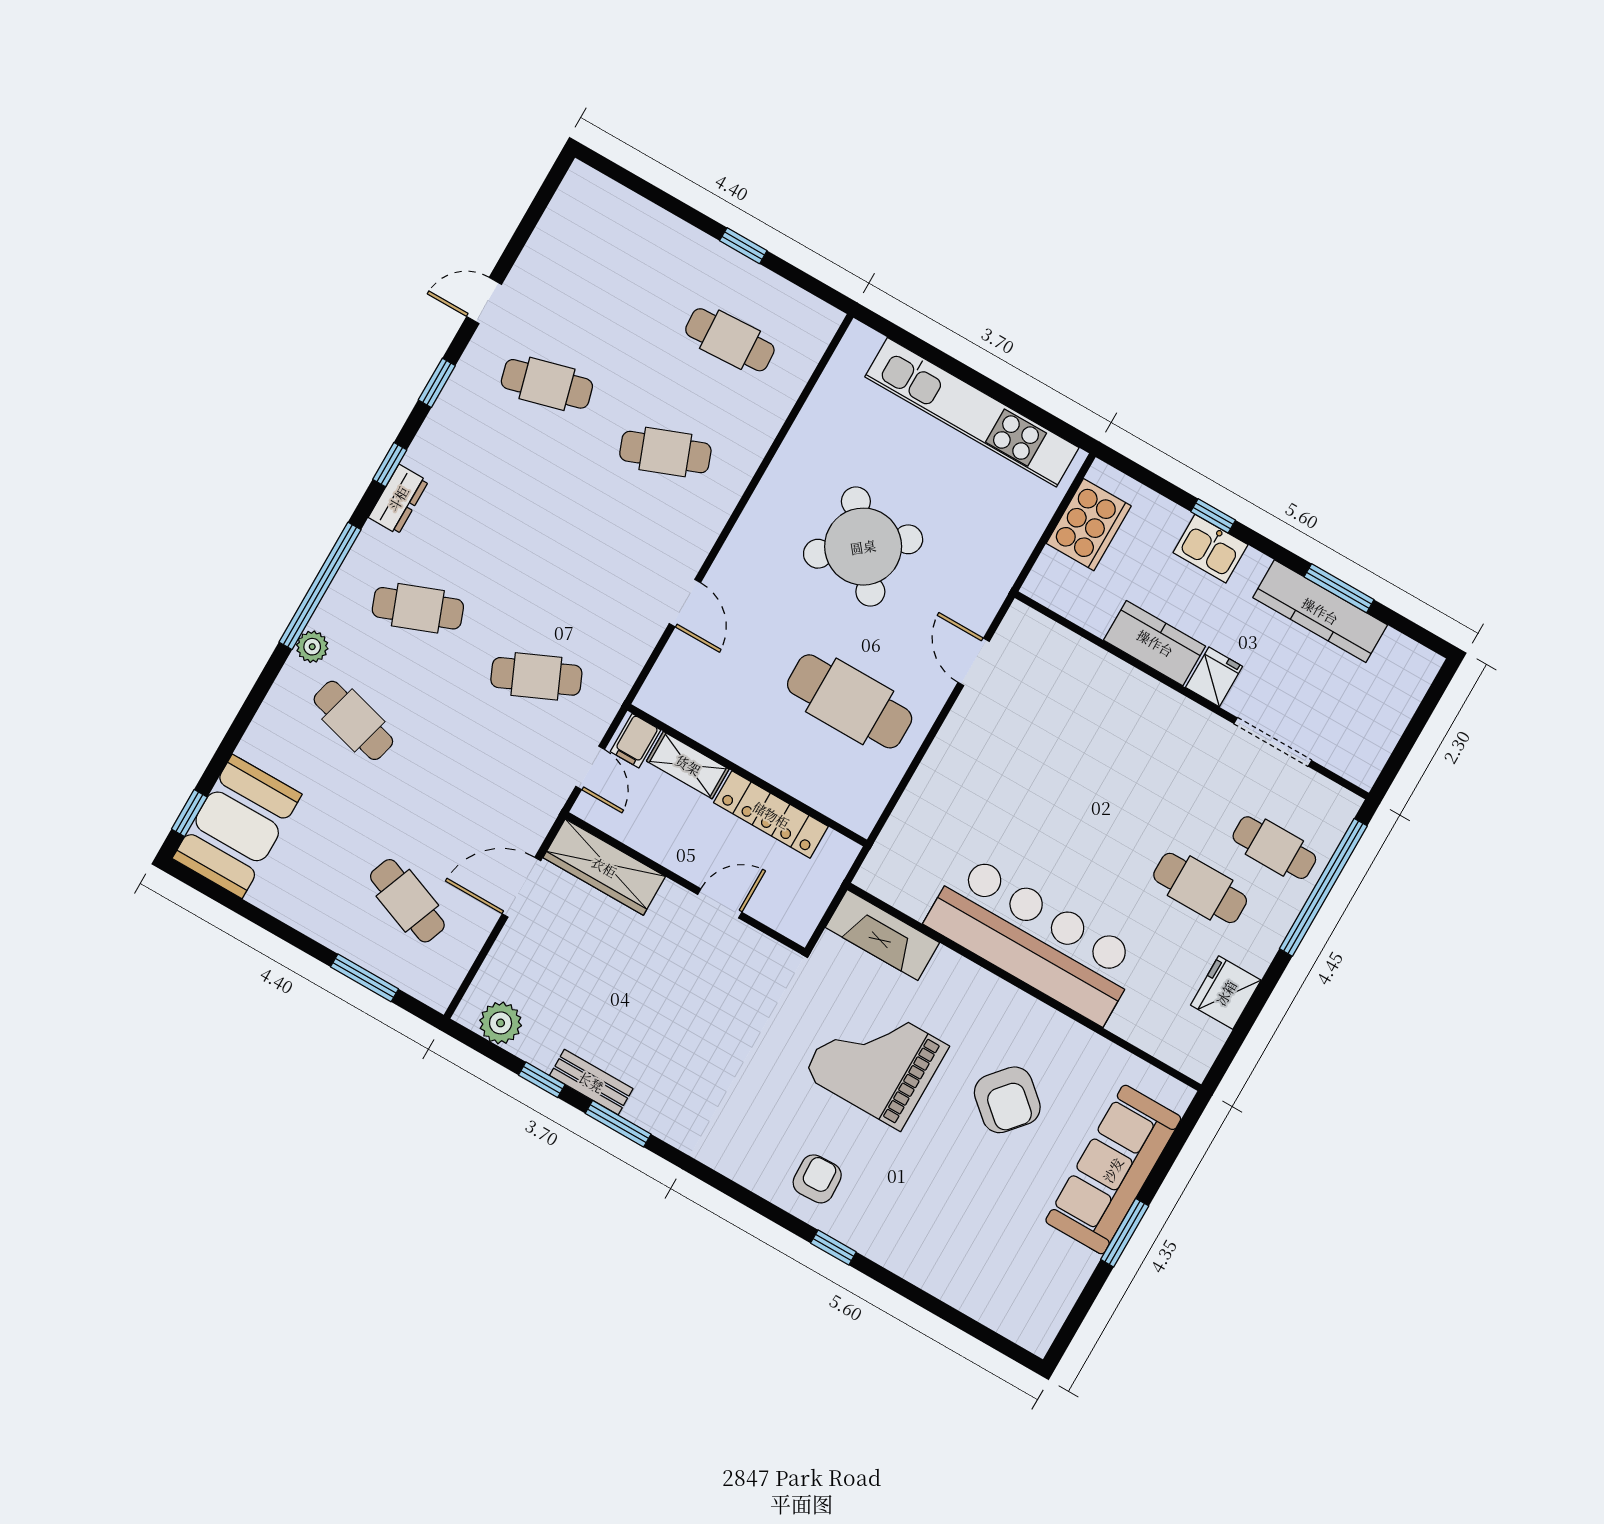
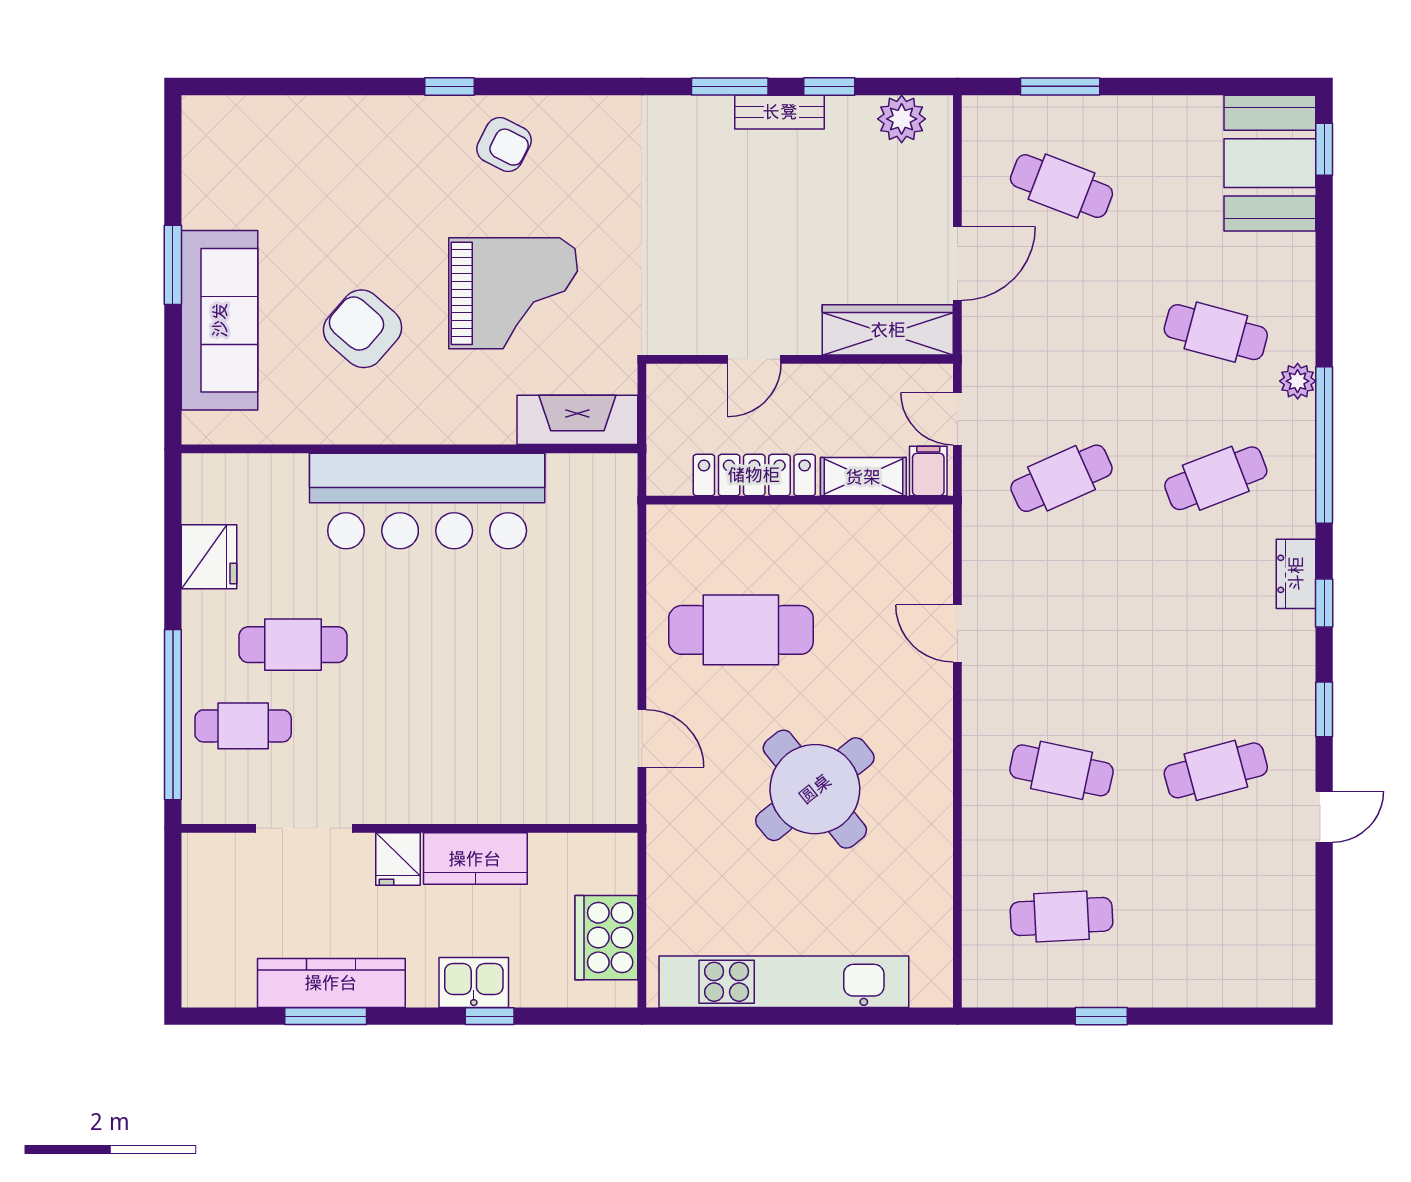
cafe table: (665, 452) -> (1061, 770), turned 33
armchair: (817, 1179) -> (504, 145), turned -61

